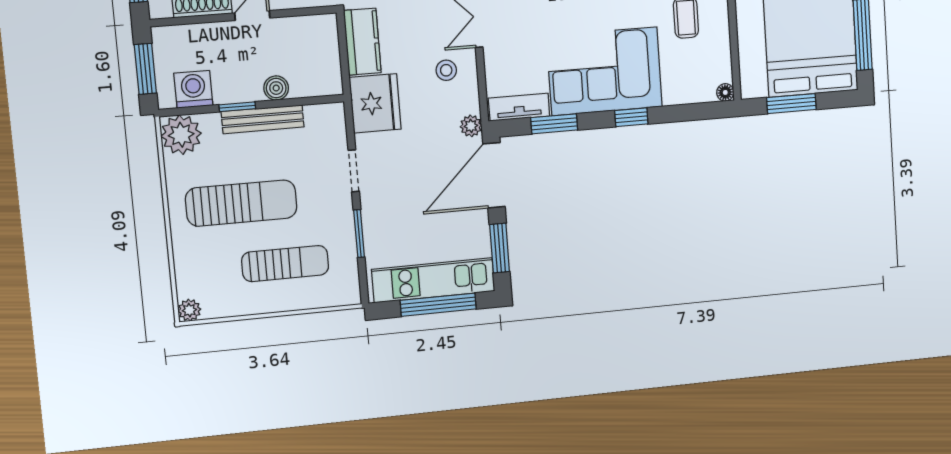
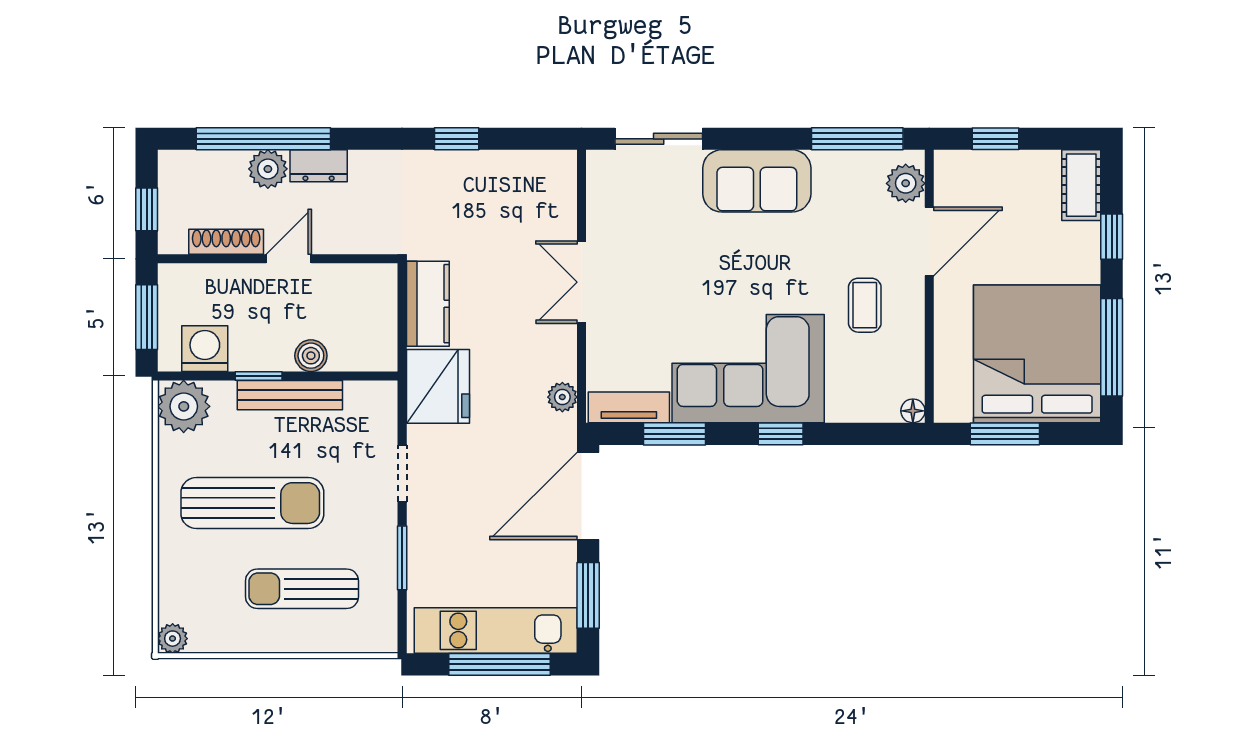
stool: (446, 70) -> (535, 350), removed
plant: (471, 126) -> (562, 397), moved
sun lounger: (285, 264) -> (302, 589), turned 180

